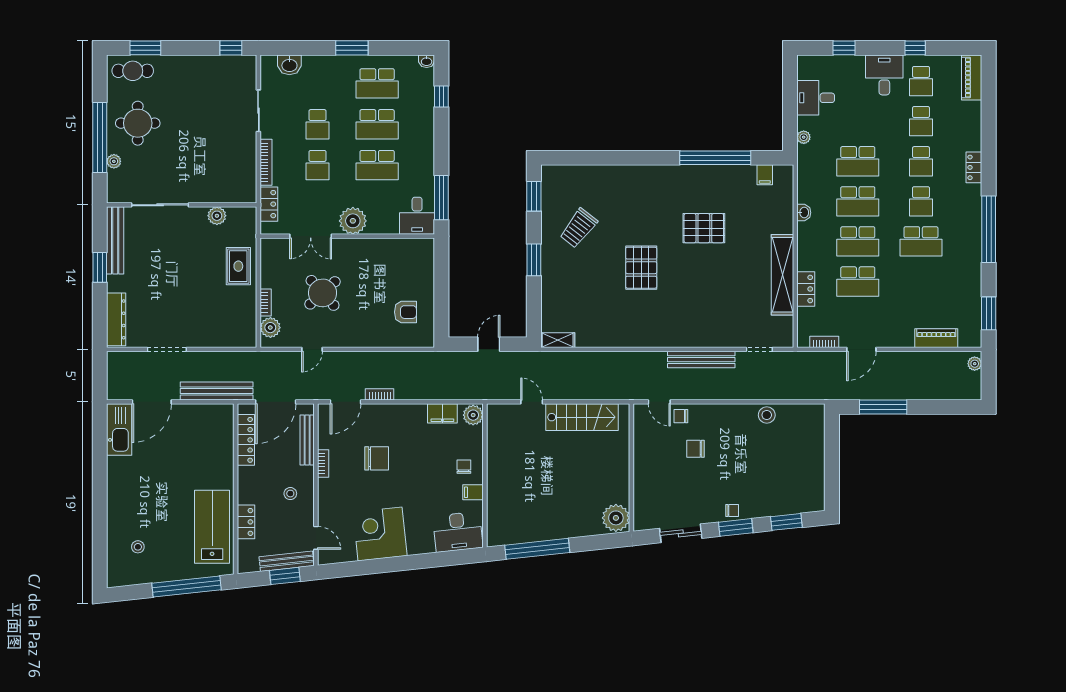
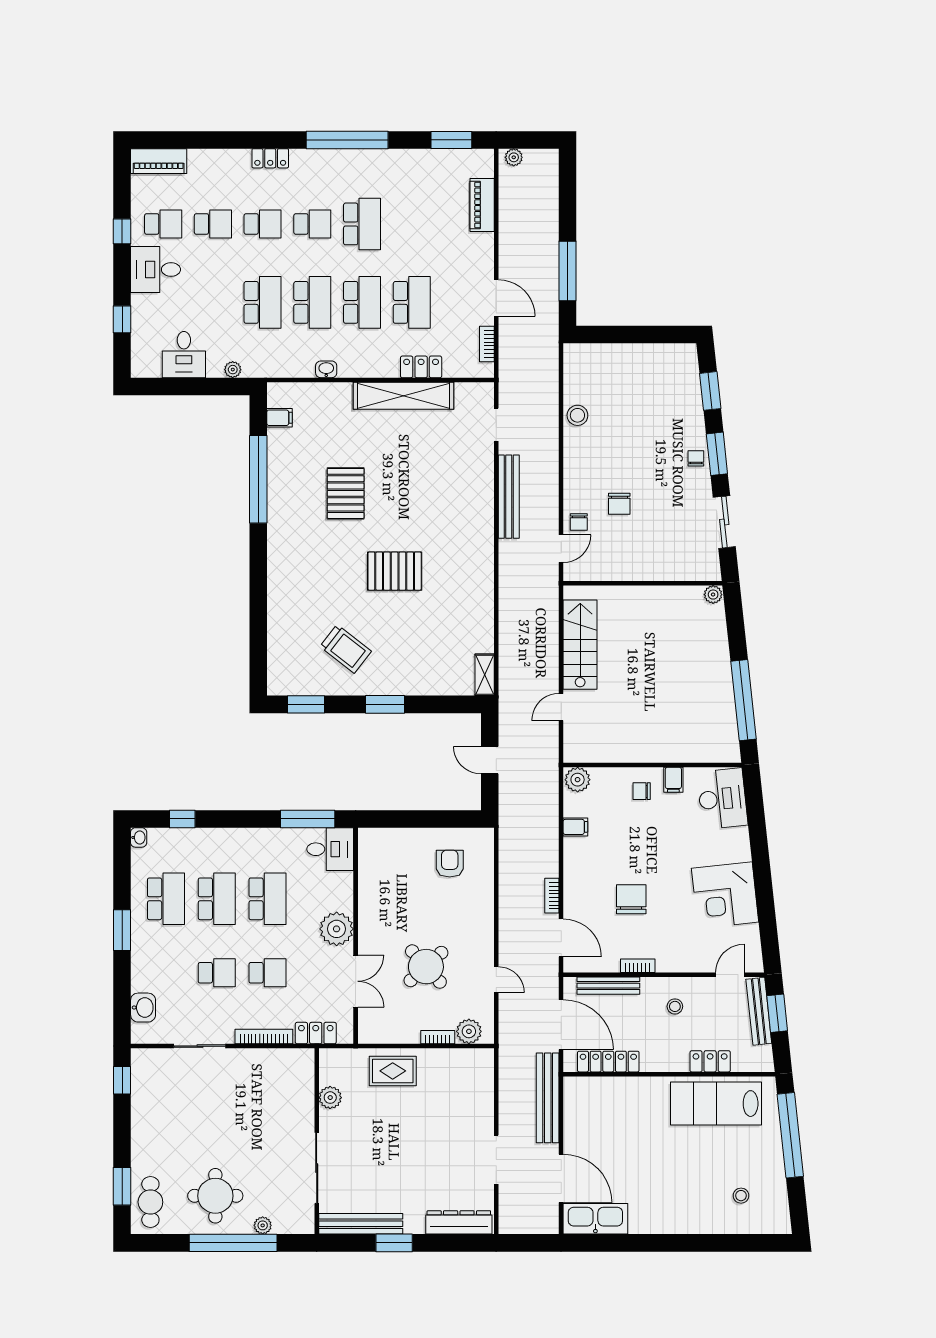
filing cabinet: (442, 413) -> (575, 827), width x0.50
plant: (616, 518) -> (713, 595), width x0.53, depth x0.53

